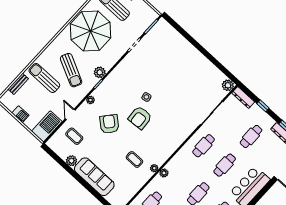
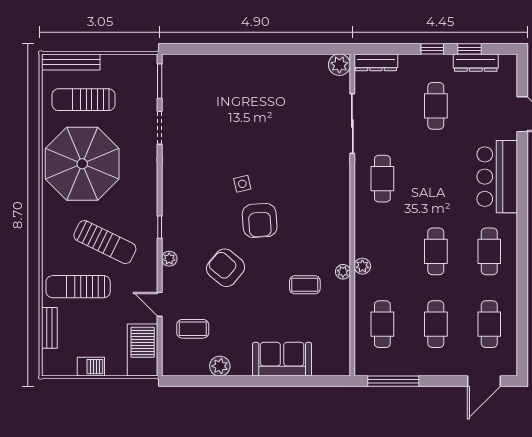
plant: (100, 72) -> (147, 209), removed
window: (263, 106) -> (432, 49), moved
cafe table: (225, 165) -> (436, 179), removed
sofa: (94, 177) -> (282, 359), width x0.73

